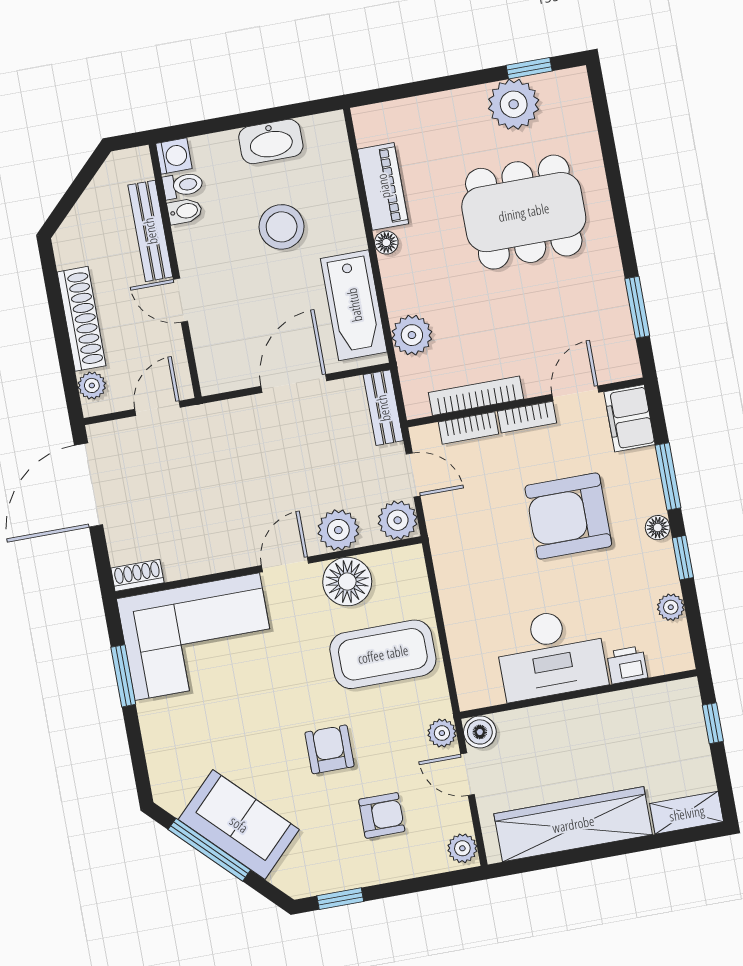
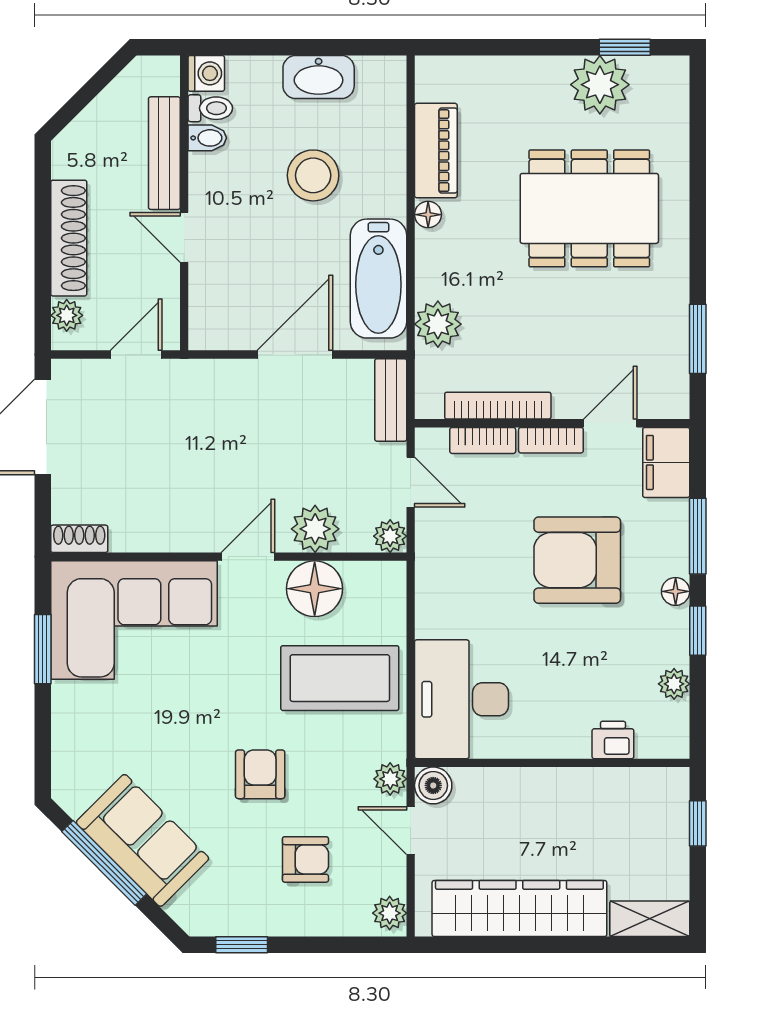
plant: (398, 520) -> (390, 536), width x0.73, depth x0.73
desk: (551, 654) -> (461, 699), moved, turned 90

